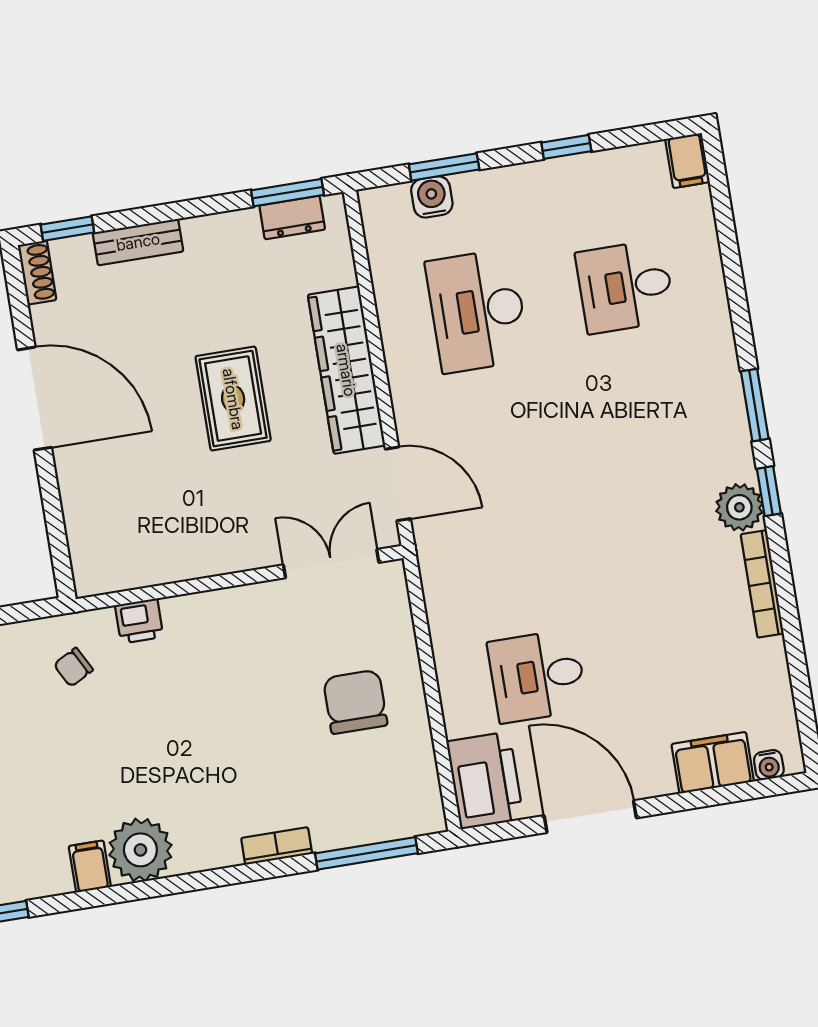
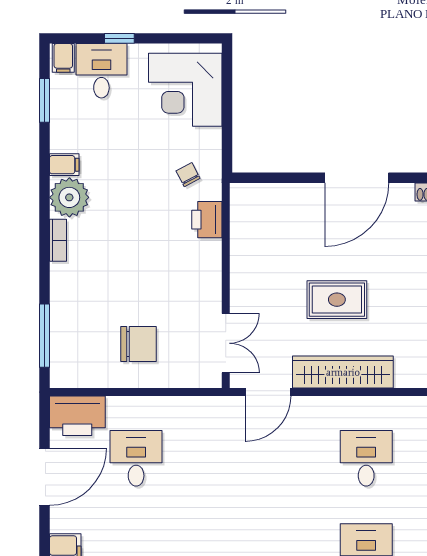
desk: (477, 311) -> (366, 458), width x0.73
printer: (139, 621) -> (207, 220), width x1.36, depth x1.24
bookcase: (277, 846) -> (58, 240), moved

